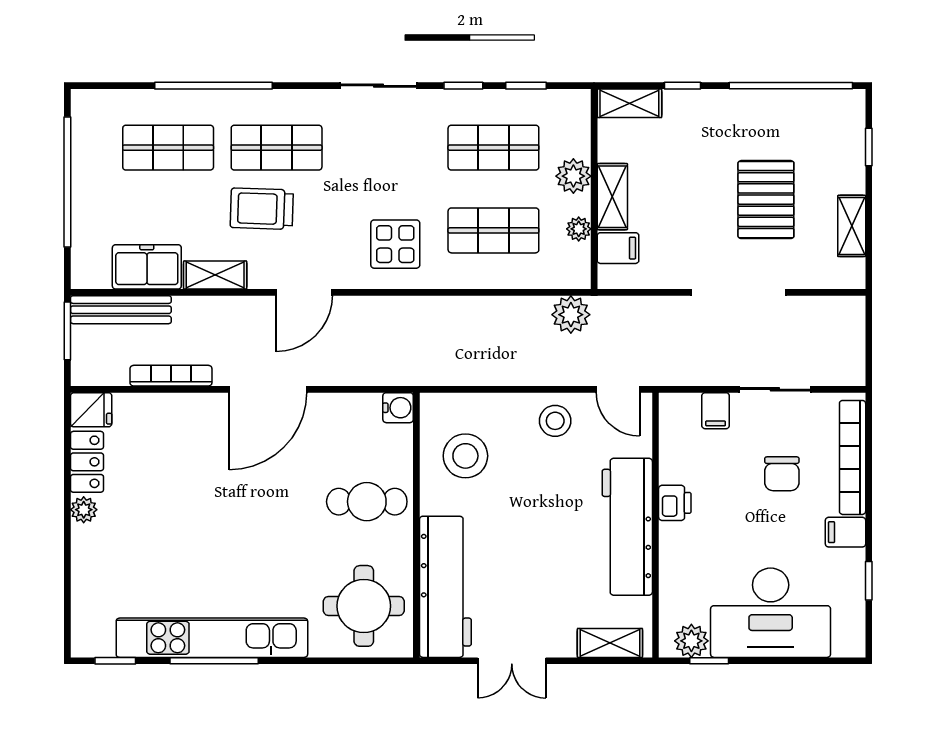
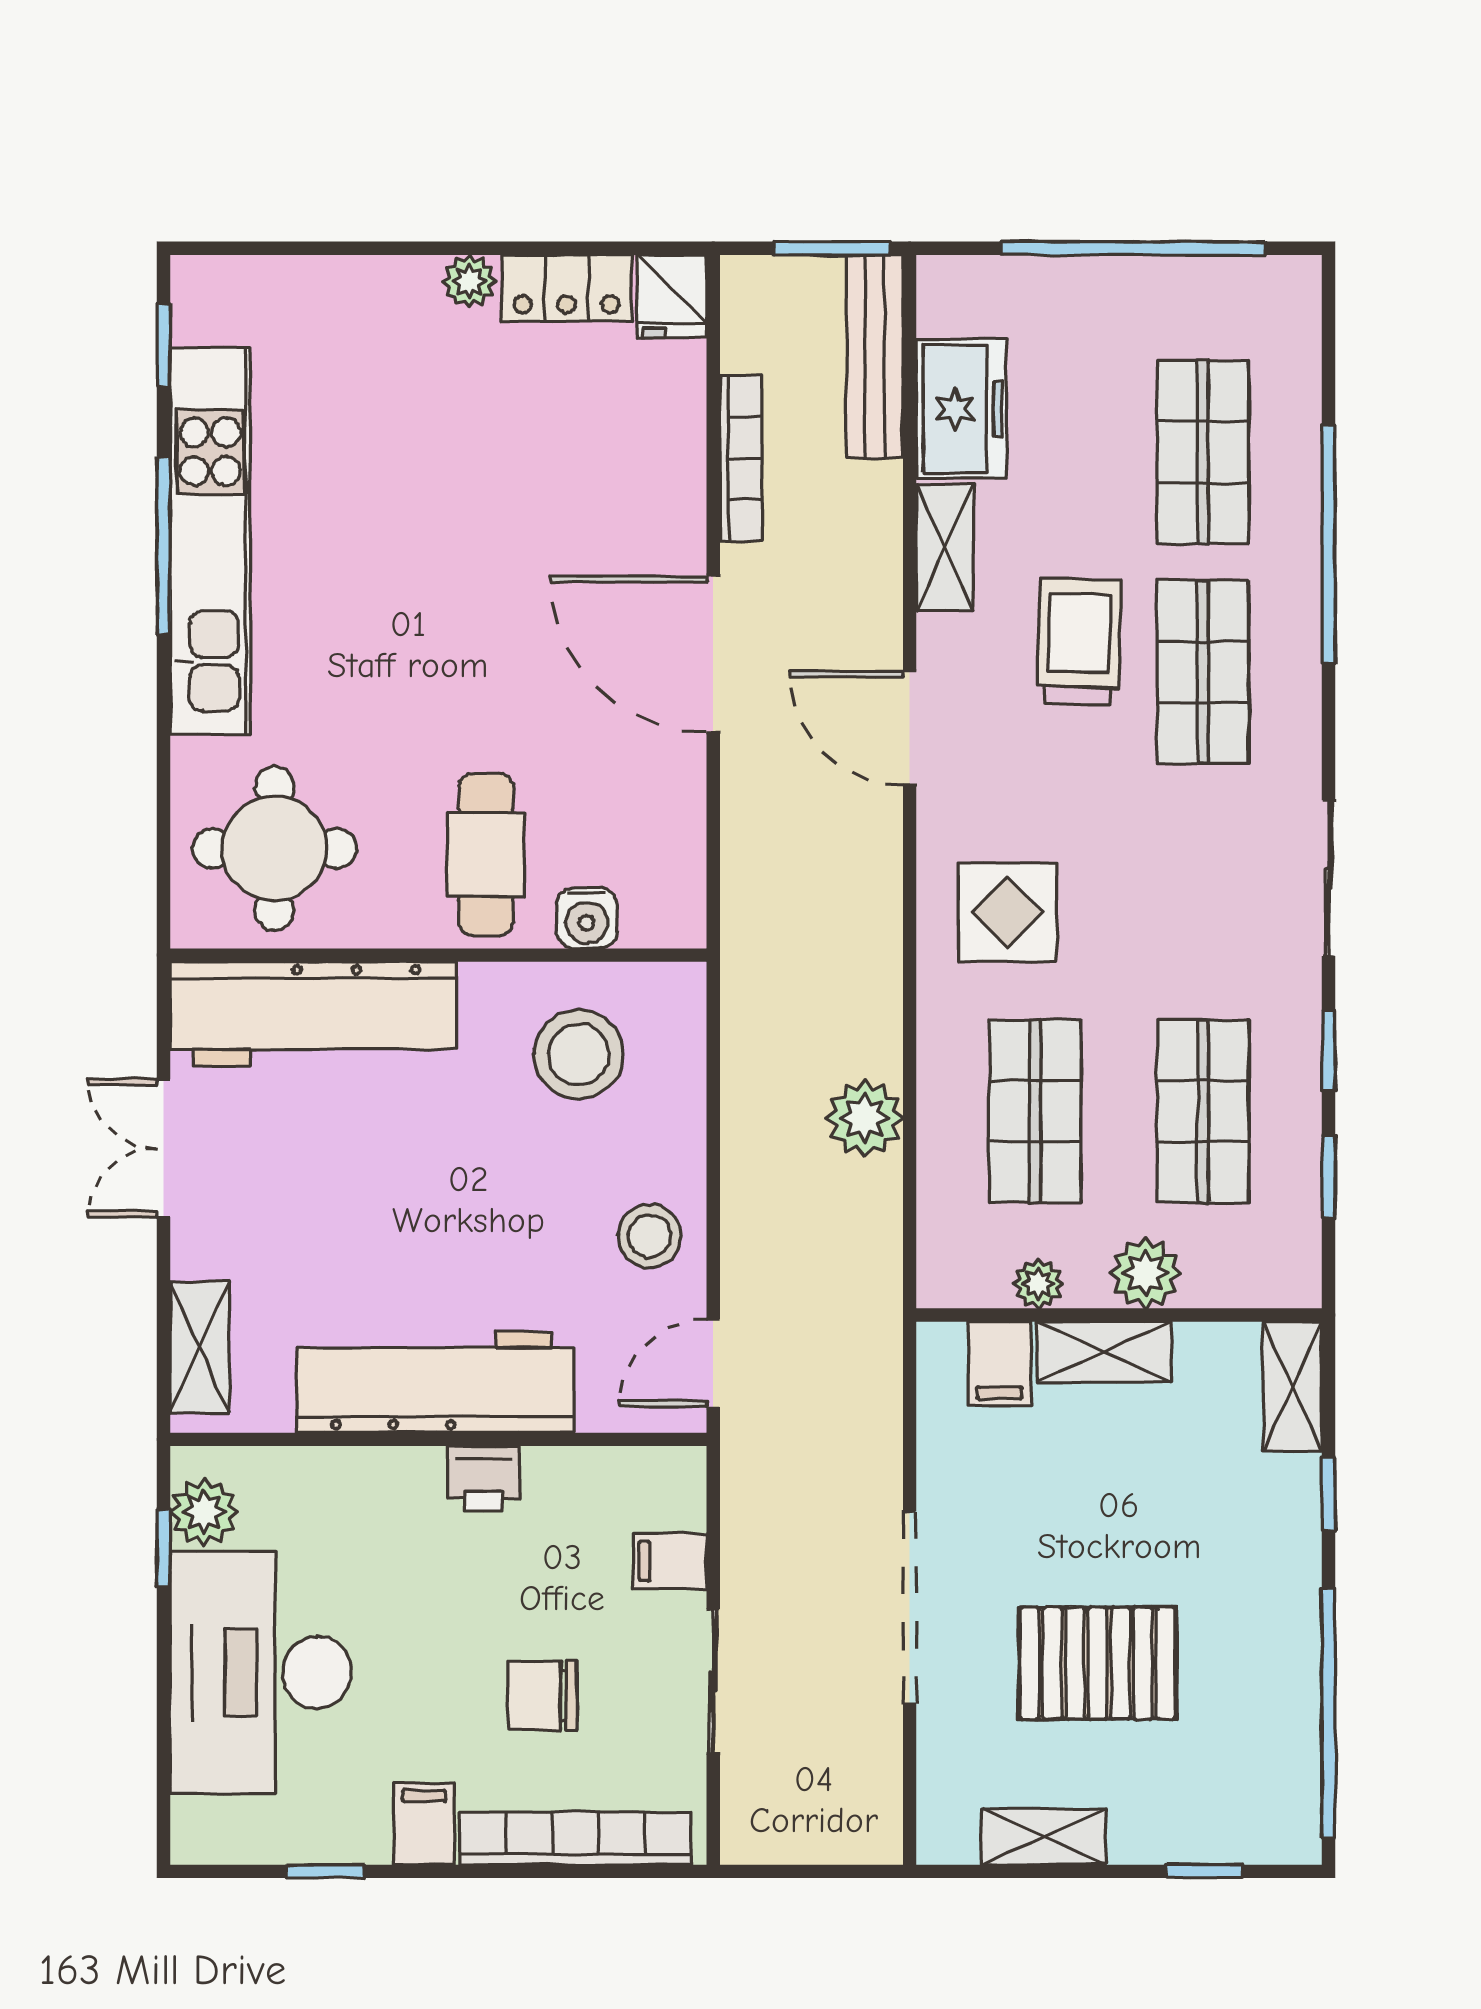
plant: (571, 315) -> (865, 1118), moved
water cooler: (398, 408) -> (587, 918), moved

